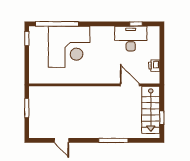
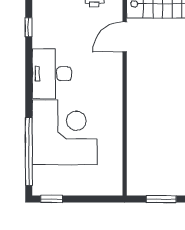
desk: (131, 39) -> (52, 74), moved

